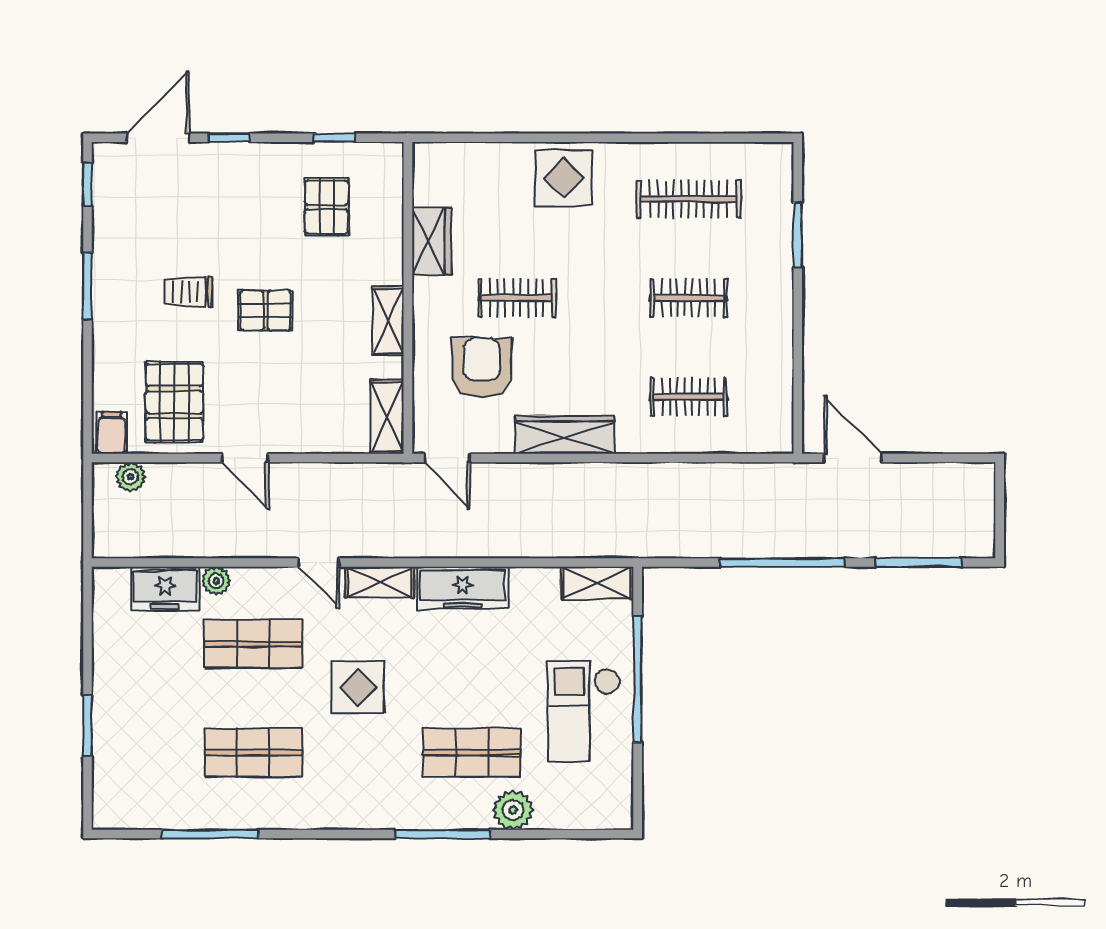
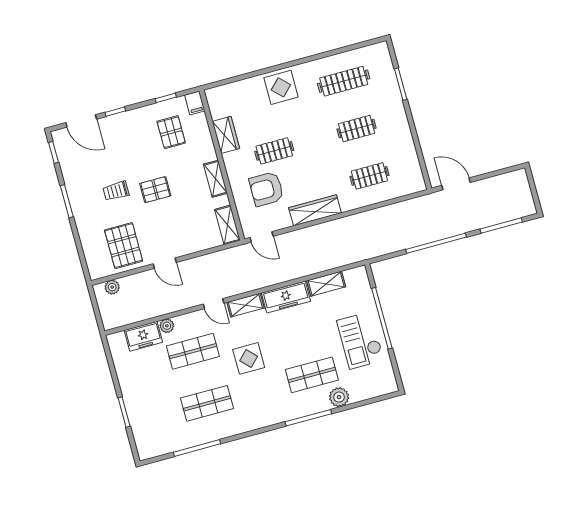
door: (158, 138) -> (81, 121), swing flipped
armchair: (482, 368) -> (266, 189), turned -90
filing cabinet: (112, 433) -> (195, 103), moved, turned 180
shelving: (597, 583) -> (326, 284), moved

